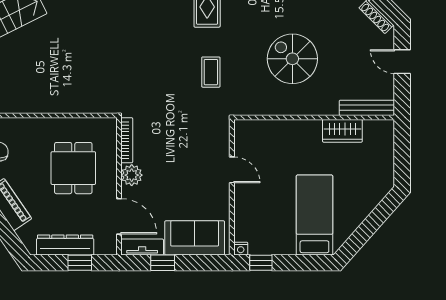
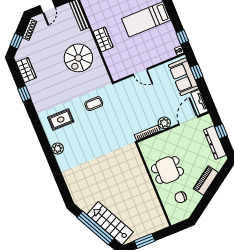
spiral stairs: (292, 59) -> (78, 58), moved
wardrobe: (342, 131) -> (103, 39), moved
dining table: (73, 168) -> (167, 170), moved
door: (232, 170) -> (140, 72), swing flipped
window: (163, 263) -> (197, 72), moved

